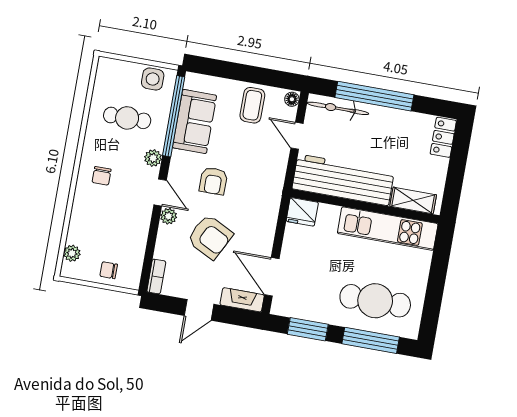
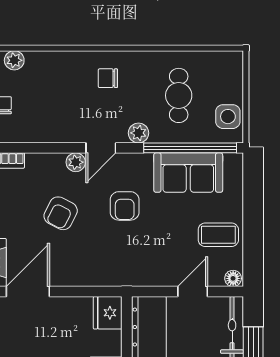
armchair: (213, 181) -> (125, 206), turned -90
armchair: (210, 237) -> (61, 213), width x0.72, depth x0.72

